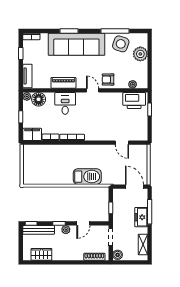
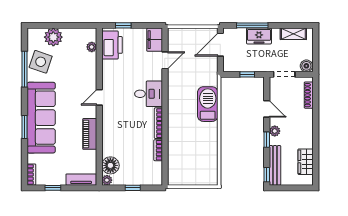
armchair: (108, 80) -> (86, 78), removed
desk: (65, 103) -> (149, 94), moved, turned 180
filing cabinet: (32, 134) -> (155, 40), moved

